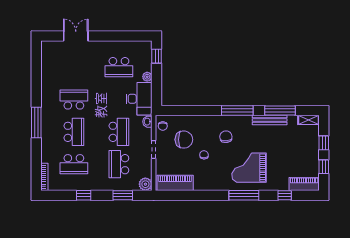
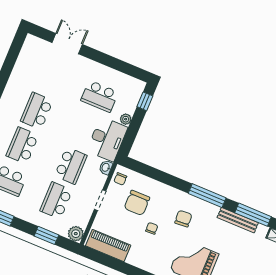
school desk: (74, 99) -> (37, 111), turned -90
school desk: (74, 132) -> (22, 146), turned 180
chair: (184, 140) -> (137, 203), turned 90

